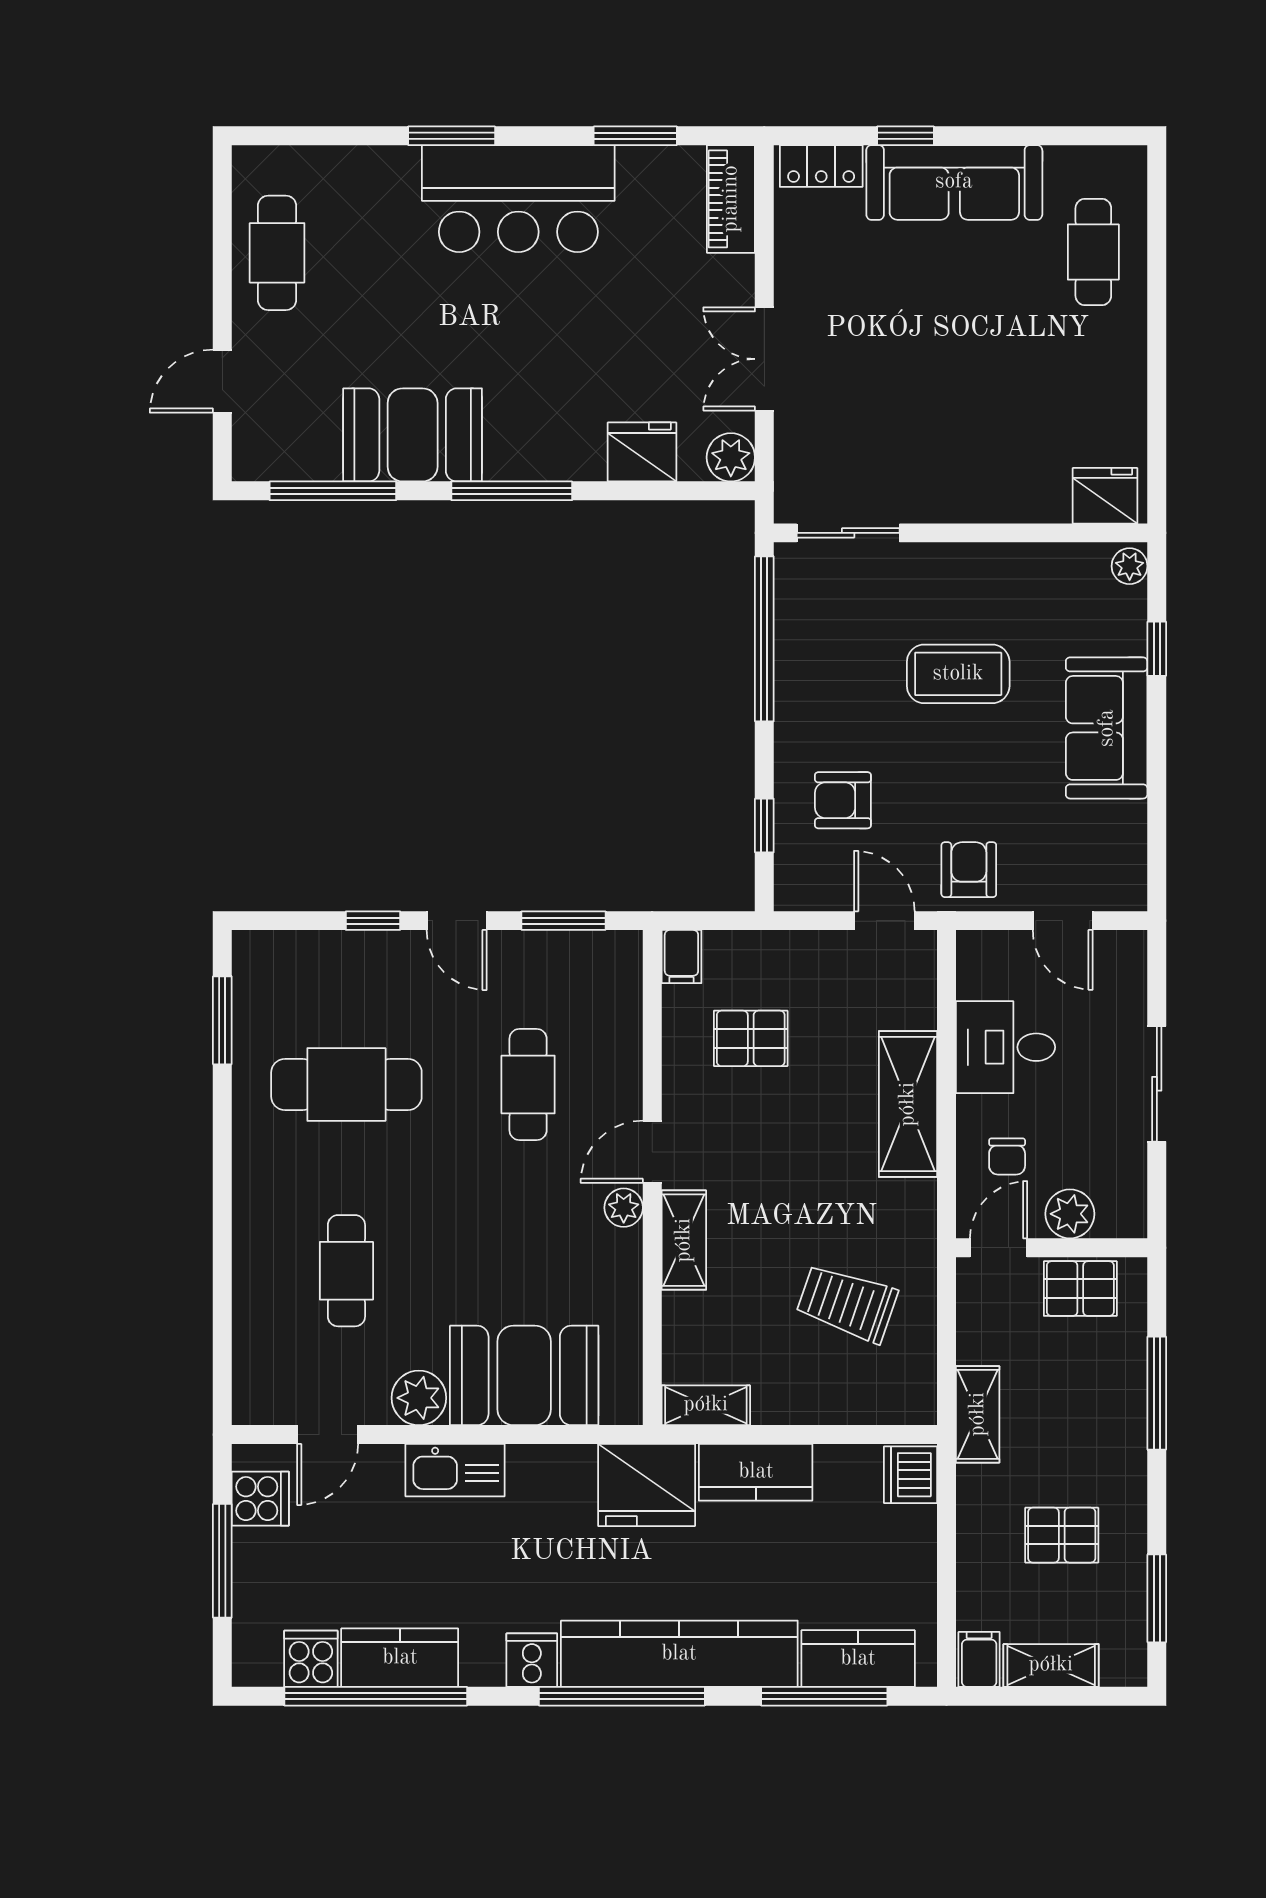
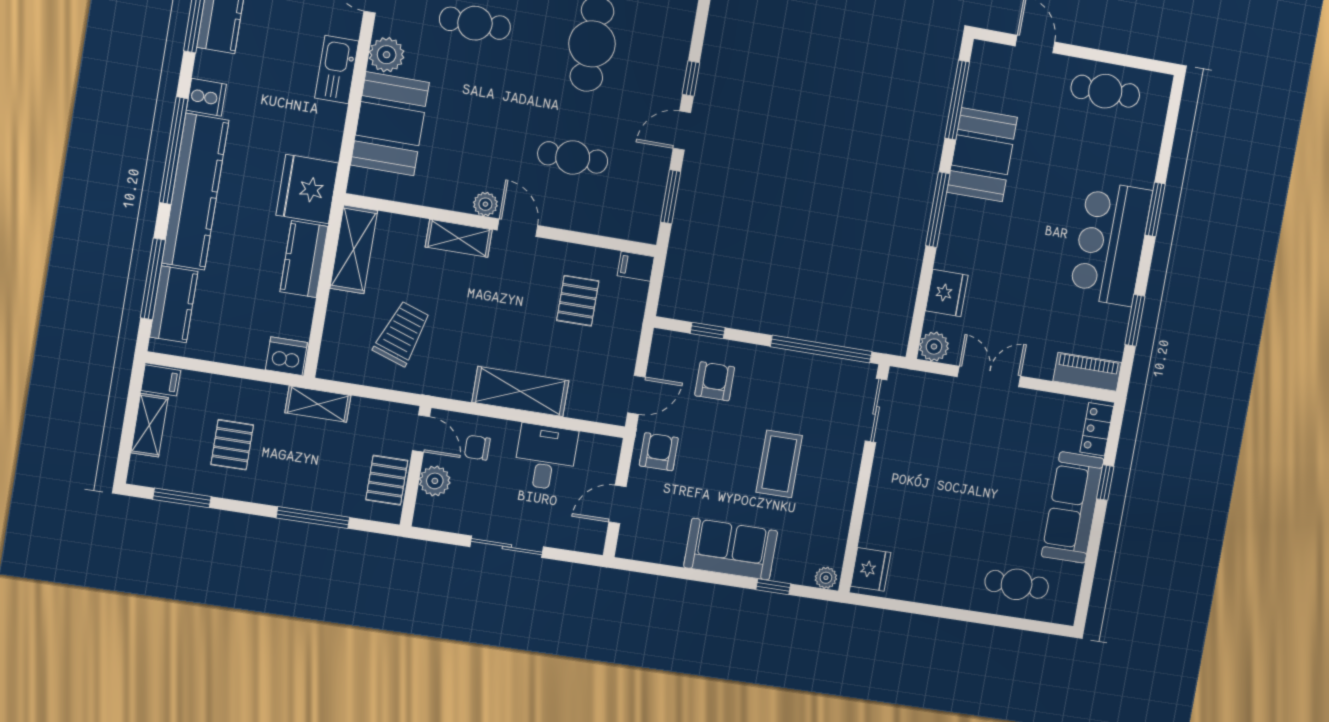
armchair: (969, 870) -> (659, 452), turned -90
shelving: (706, 1405) -> (354, 249), width x1.50, depth x1.33

